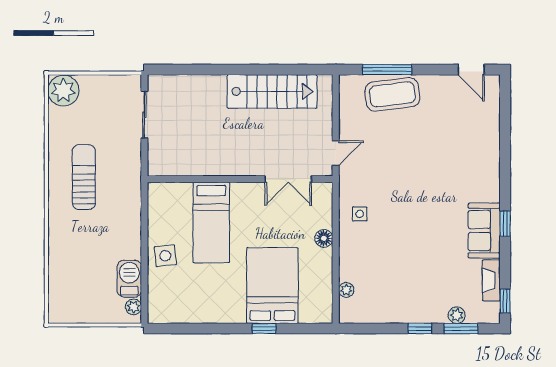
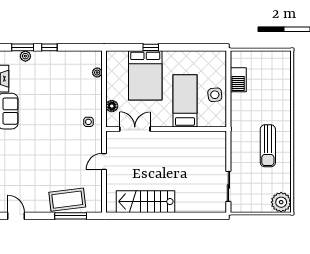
wall: (240, 179) -> (166, 129), moved
double door: (288, 179) -> (135, 129), moved
bed: (211, 223) -> (185, 101), moved
plant: (133, 307) -> (236, 61), removed

